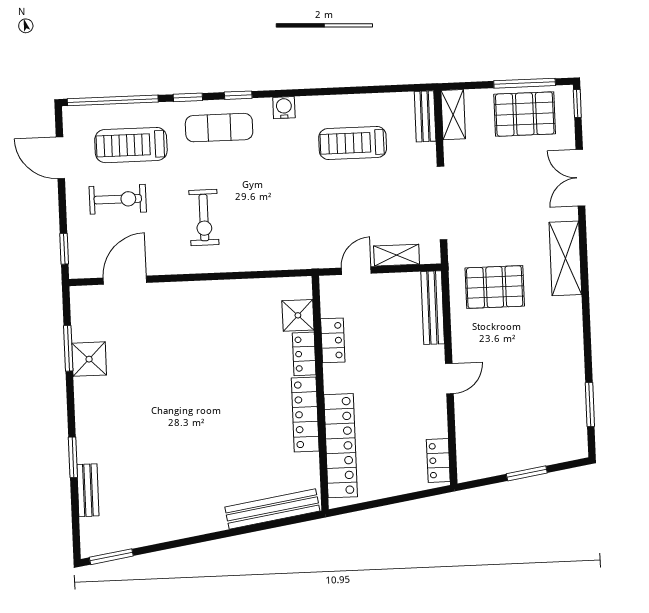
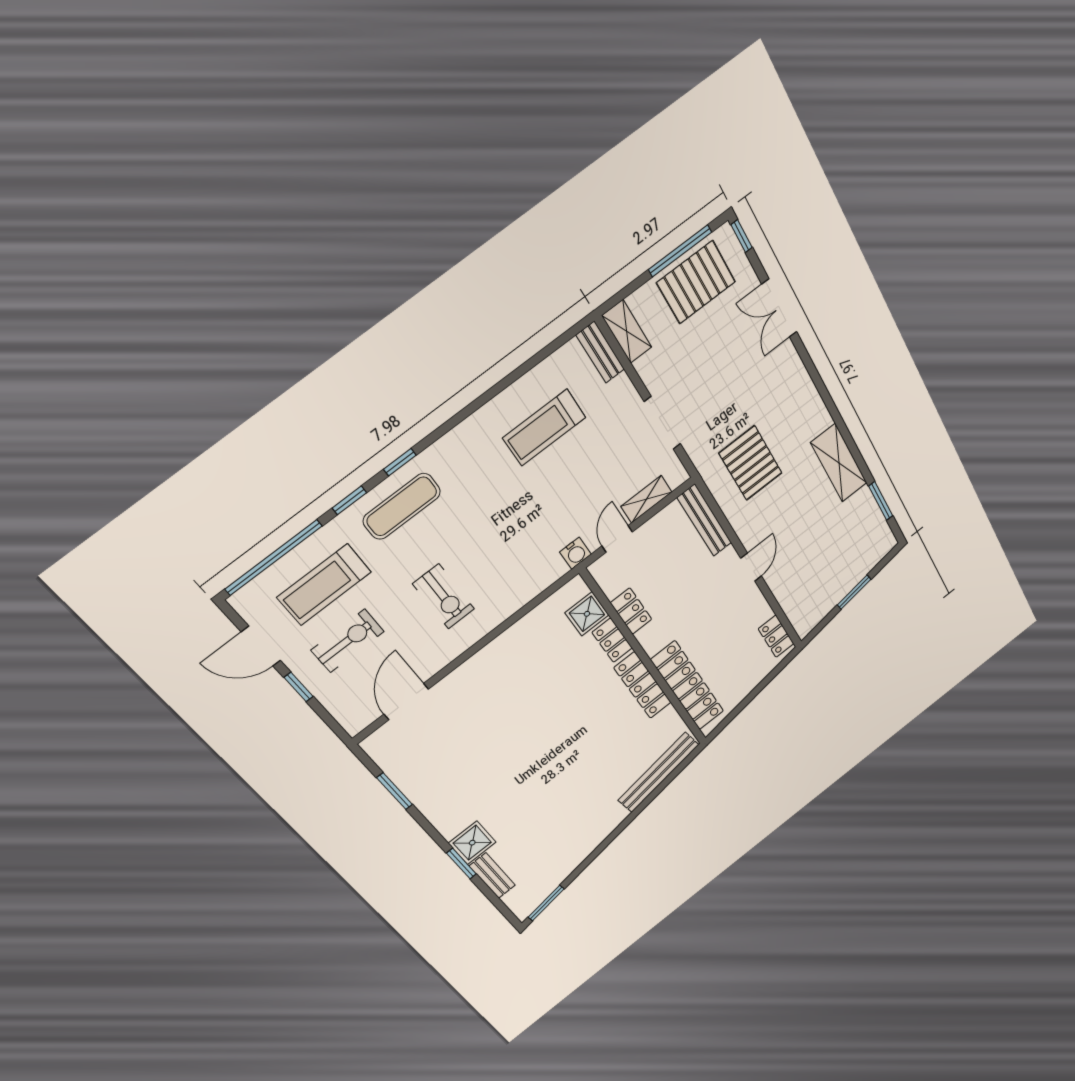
water cooler: (284, 108) -> (575, 553), moved, turned 180
doorway: (442, 203) -> (662, 423), width x0.73
window: (64, 249) -> (299, 687), moved
shelving: (565, 258) -> (839, 463), moved
pallet: (495, 287) -> (751, 463), turned 90
shower: (89, 359) -> (472, 843), moved

